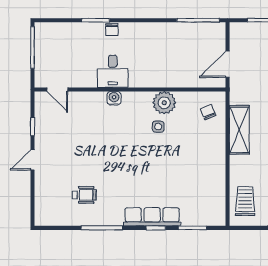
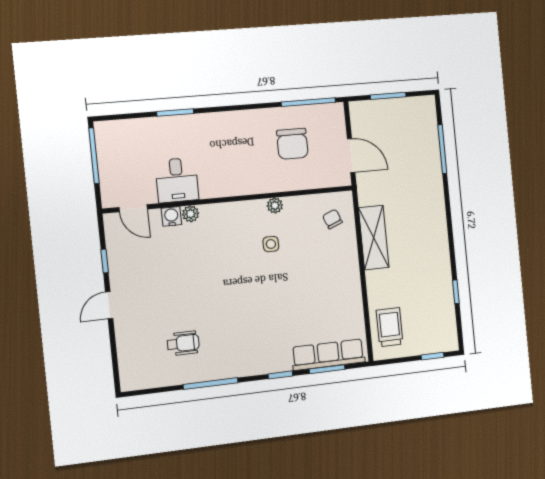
chair: (112, 30) -> (292, 144), moved, width x1.87, depth x1.87
door: (228, 64) -> (351, 156), swing flipped
desk: (113, 71) -> (177, 180), moved
plant: (100, 98) -> (191, 214), added
water cooler: (114, 98) -> (171, 216), moved
plant: (164, 103) -> (275, 205), width x0.53, depth x0.53
row of seats: (152, 217) -> (328, 355), moved

